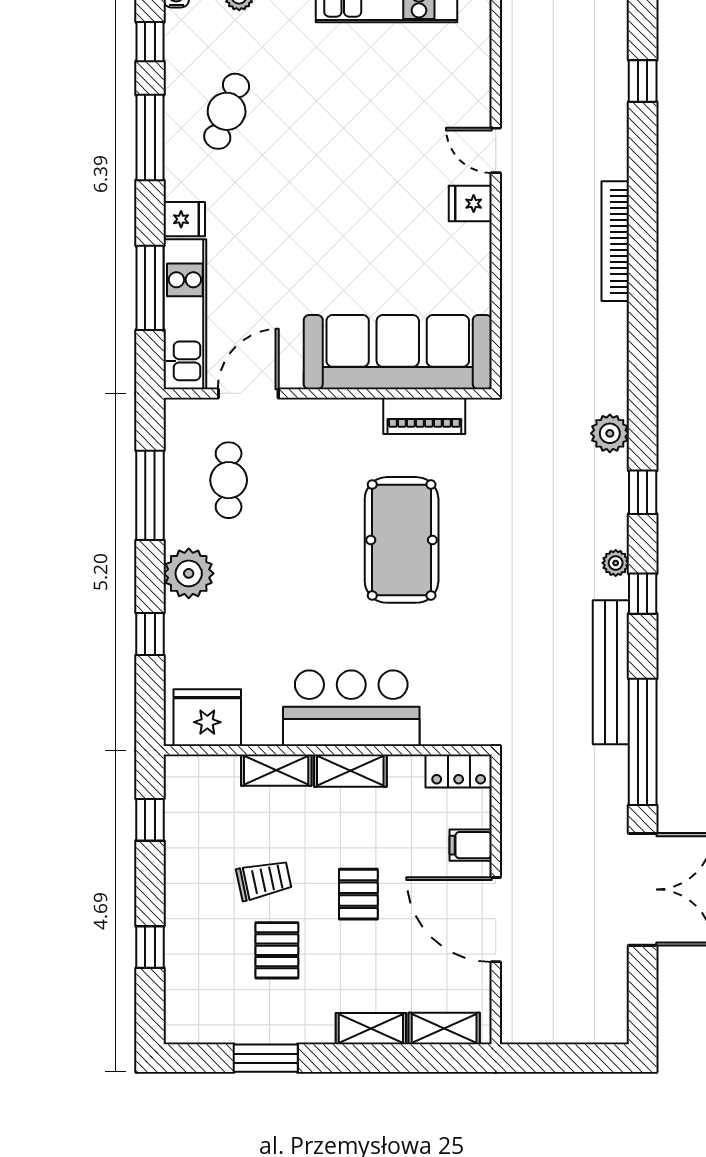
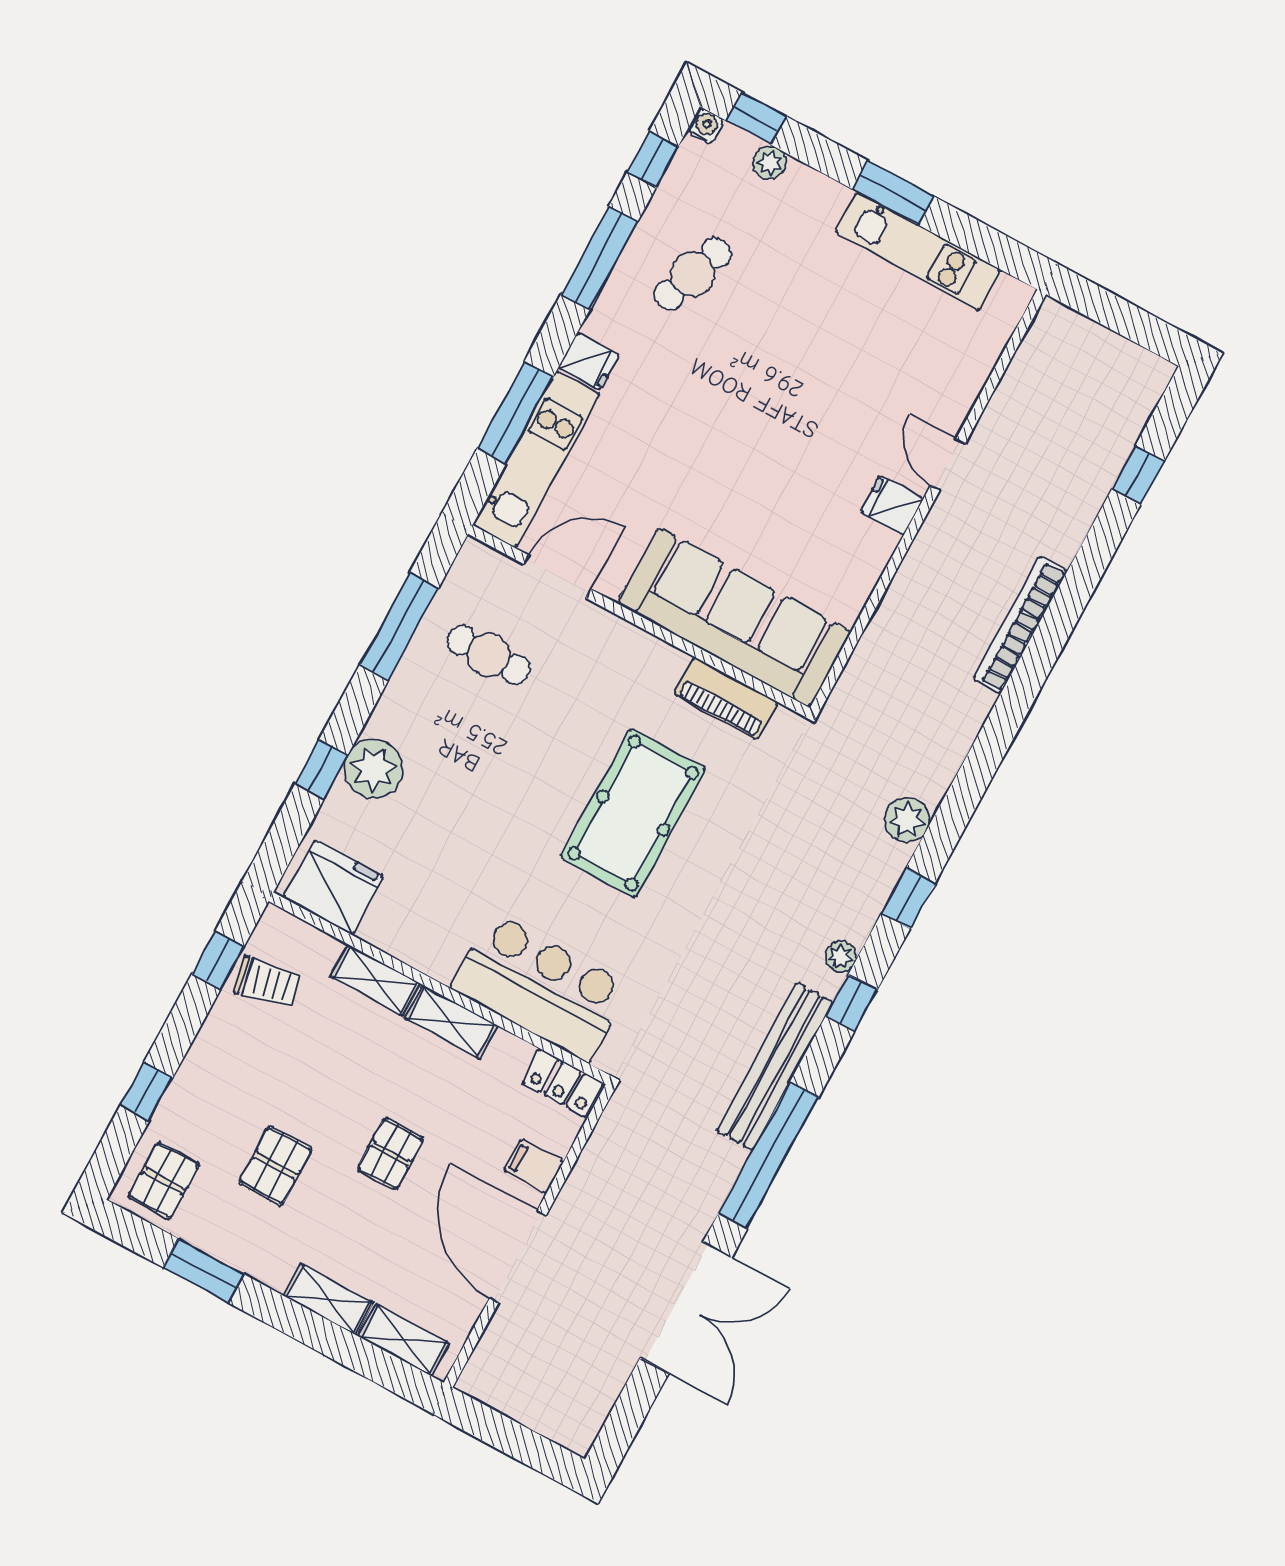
cafe table: (229, 480) -> (488, 655), turned 90
plant: (189, 573) -> (373, 769), moved
bar counter: (351, 708) -> (540, 987), moved
trolley: (264, 880) -> (268, 982), moved
pallet: (199, 1007) -> (164, 1181), added

